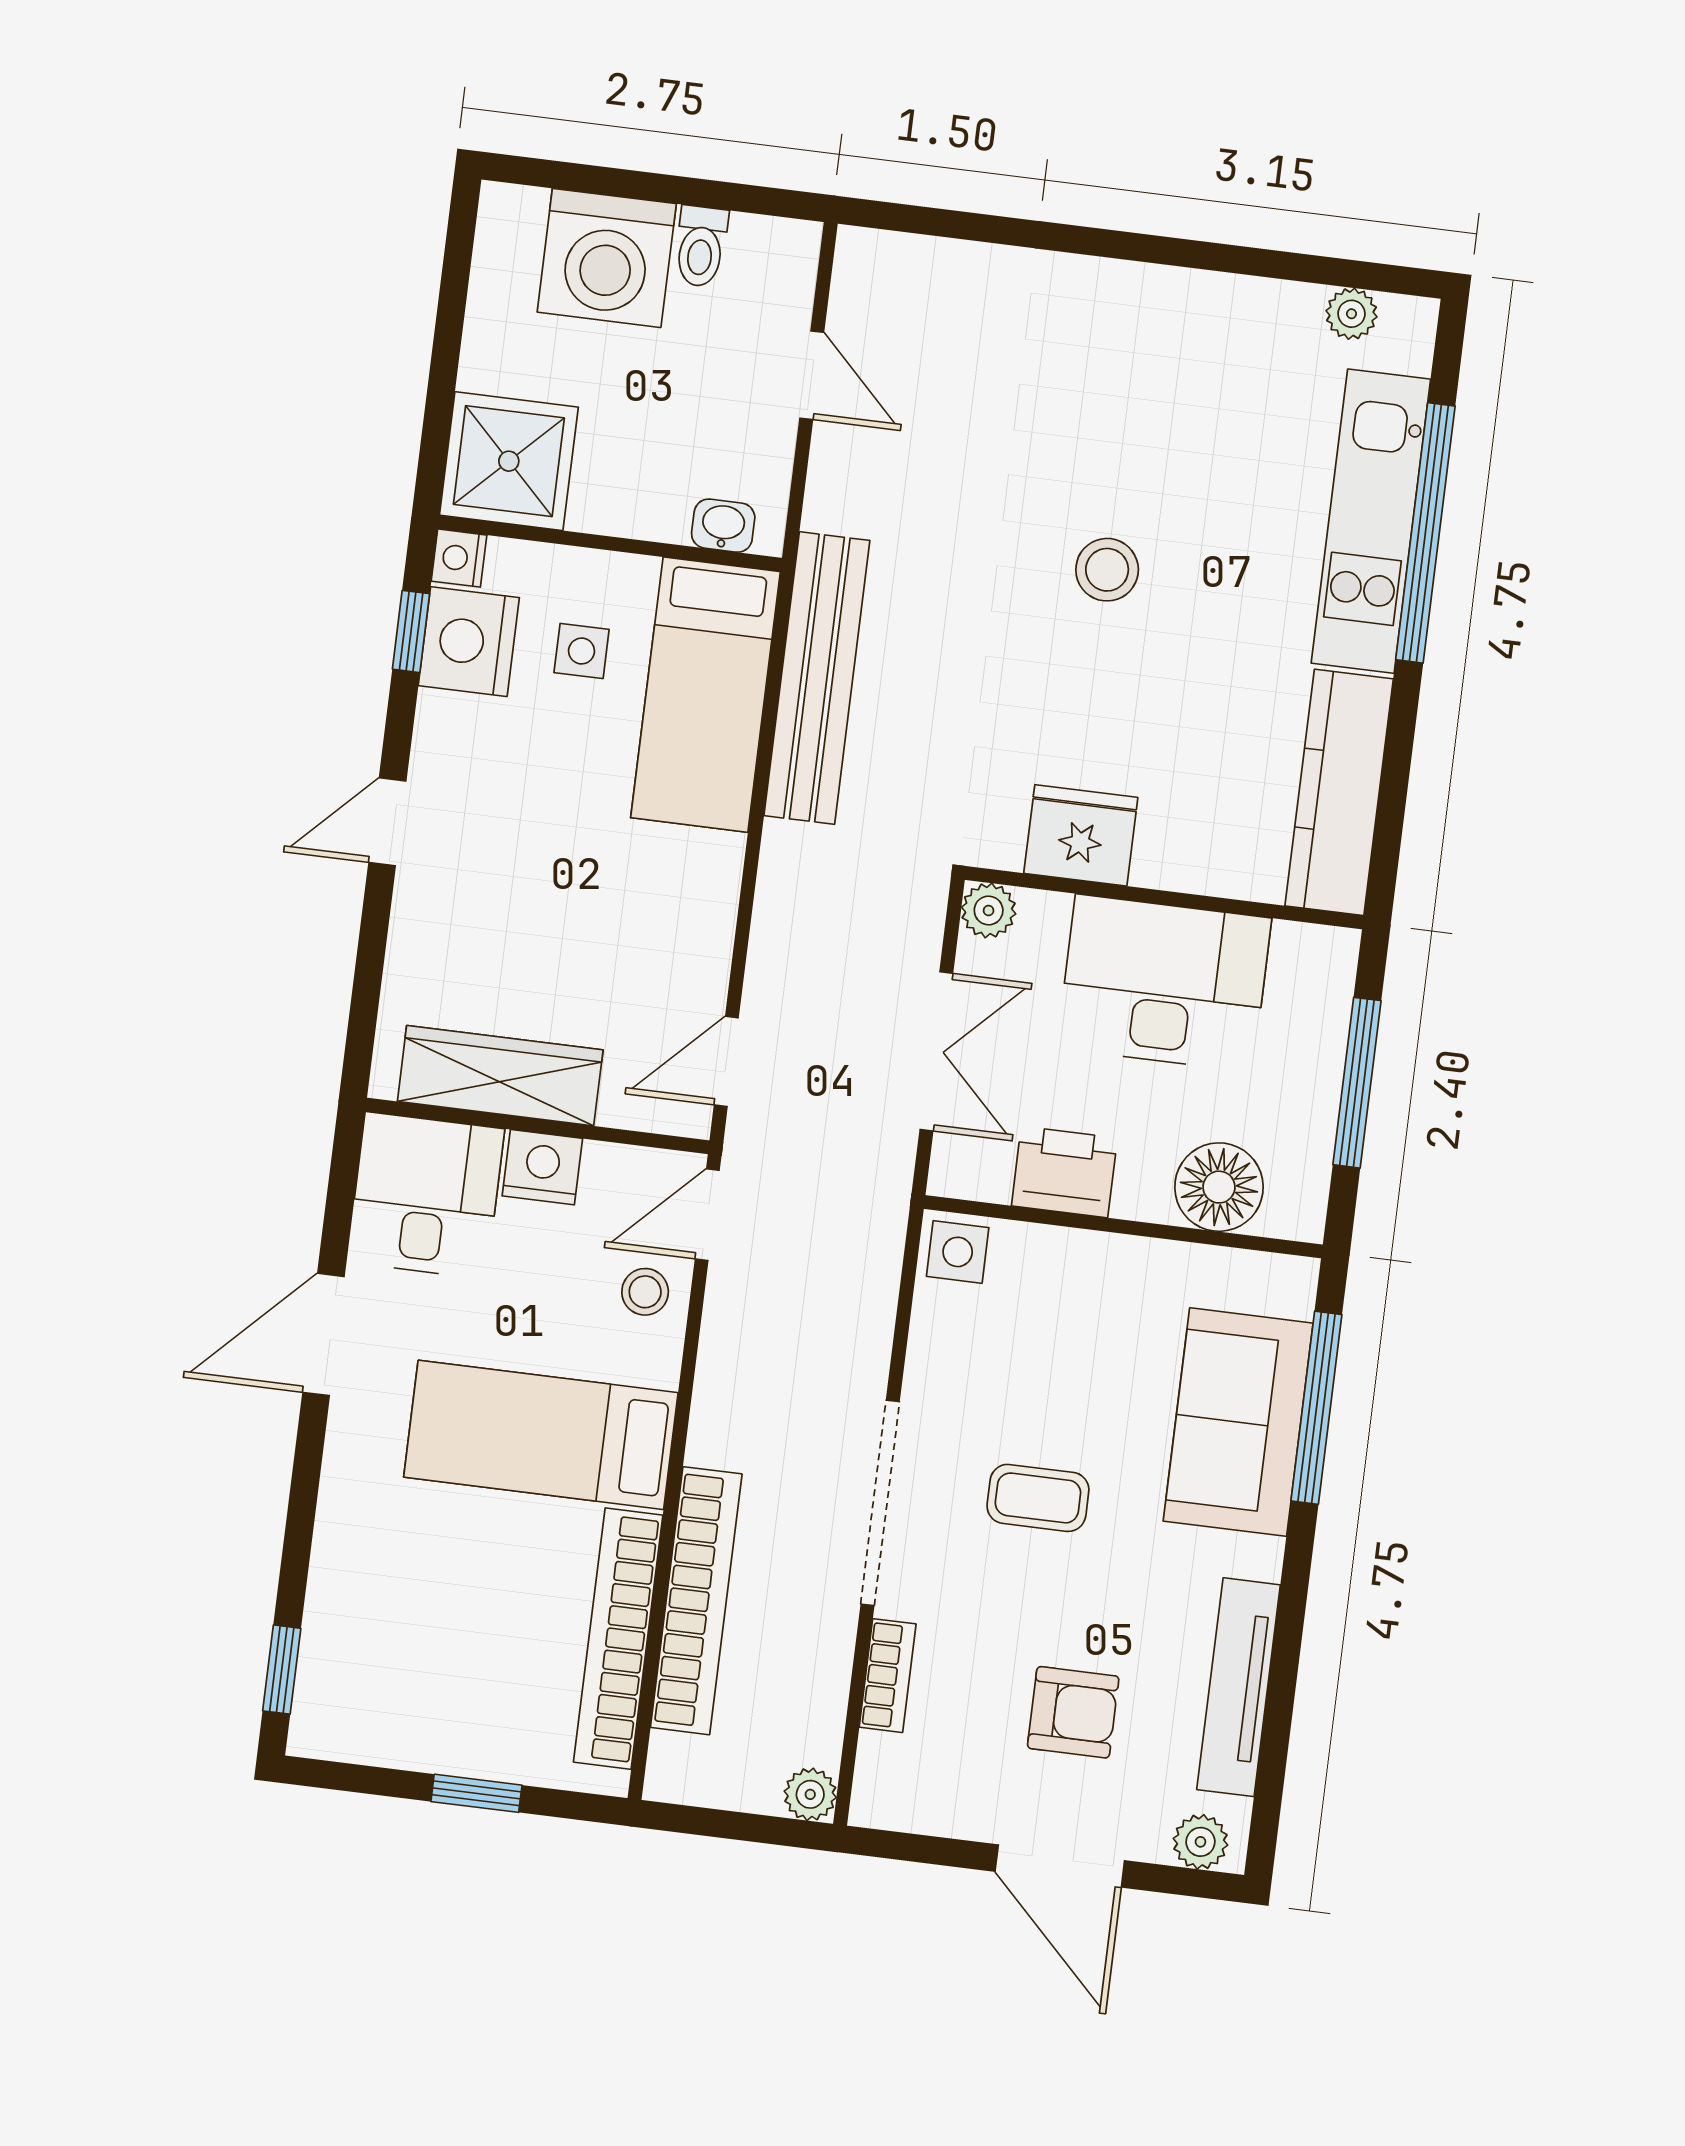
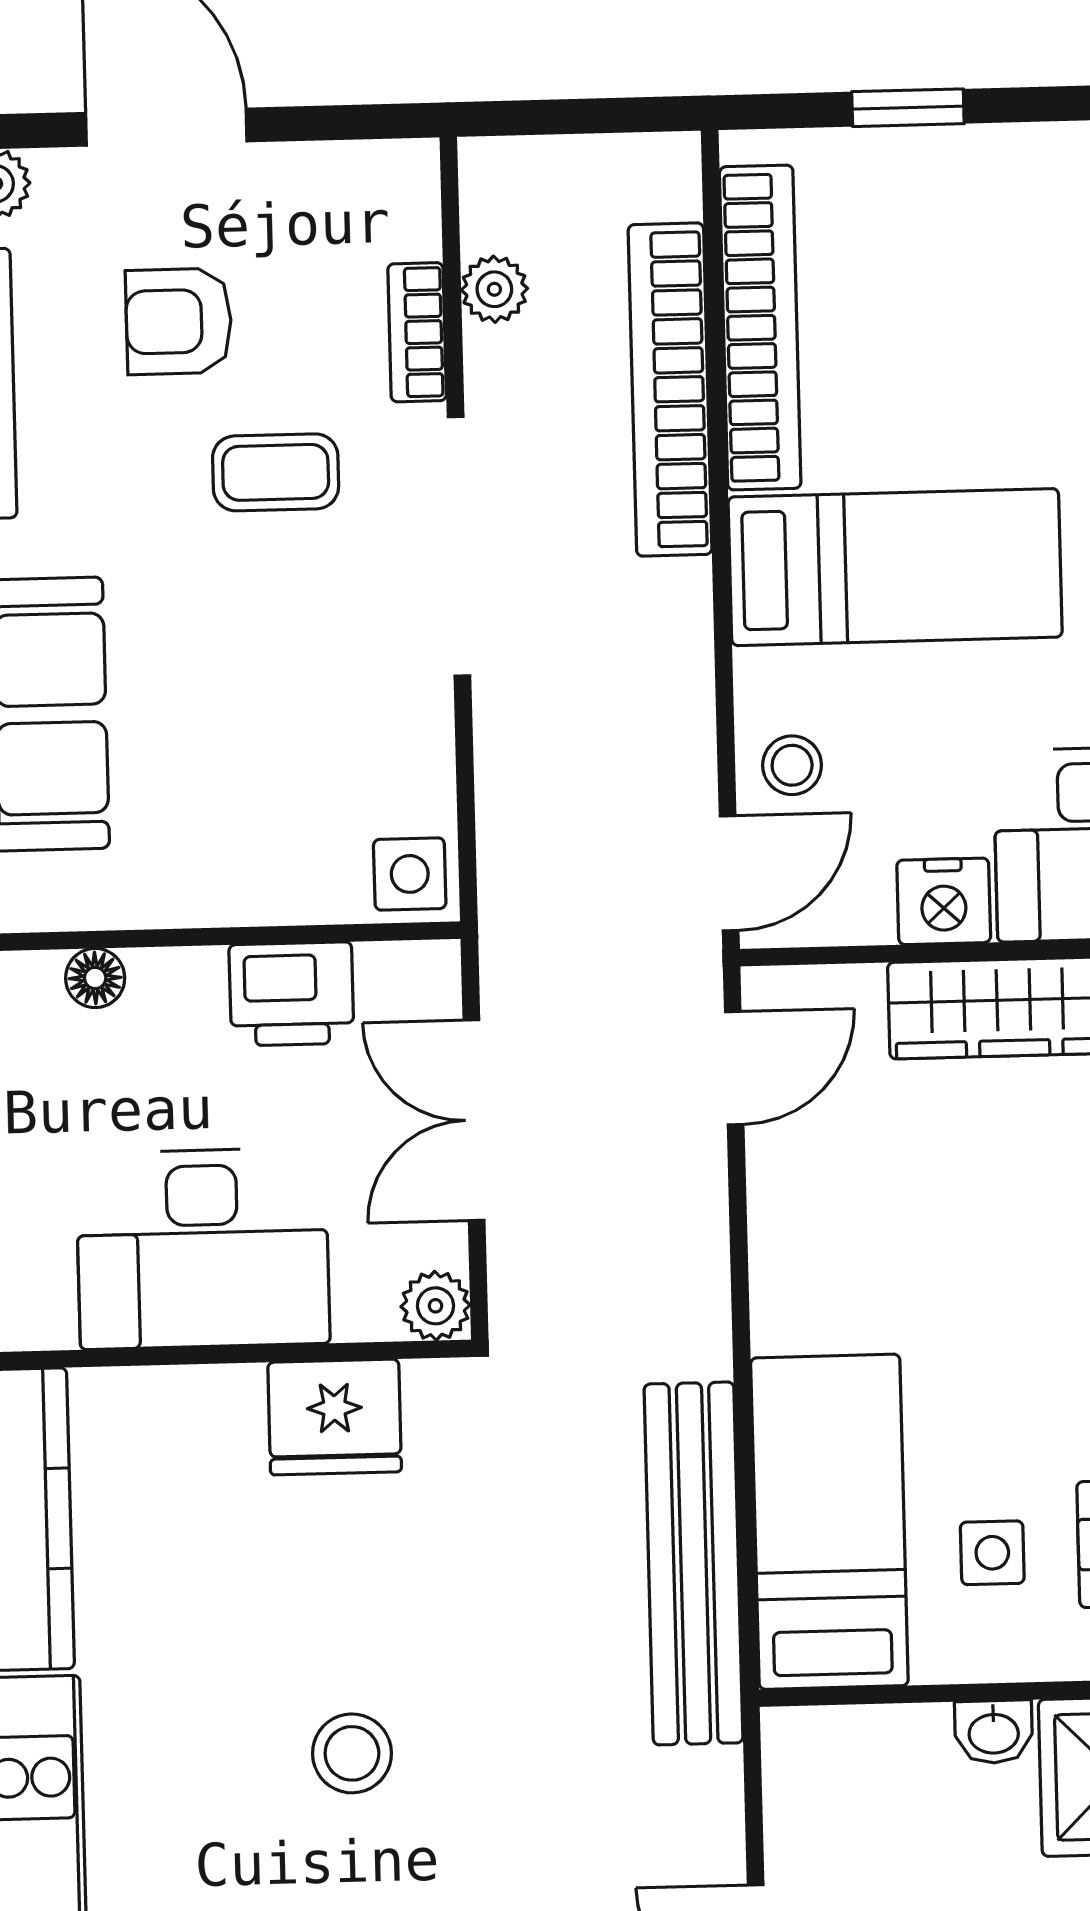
washbasin: (723, 526) -> (994, 1732), moved
floor lamp: (1219, 1187) -> (95, 978), width x0.53, depth x0.53
coffee table: (1038, 1498) -> (276, 472), moved
plant: (810, 1794) -> (494, 289), moved

